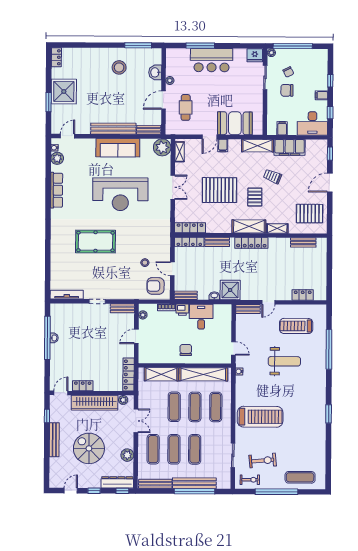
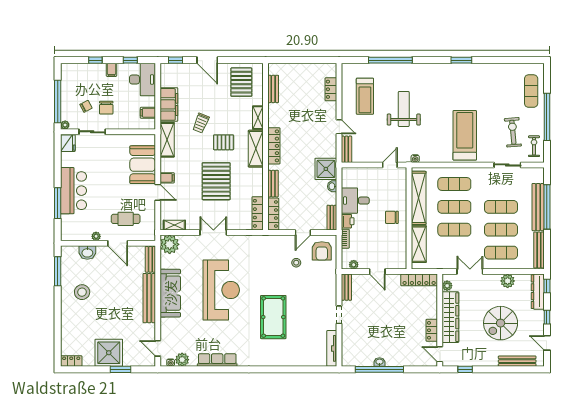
bench: (54, 440) -> (517, 361), moved

